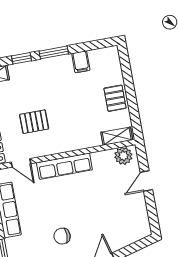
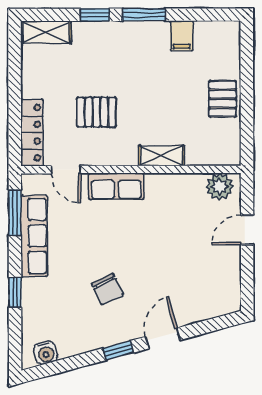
shelving: (117, 136) -> (161, 156), moved
row of seats: (64, 166) -> (116, 186), width x0.68
chair: (62, 236) -> (107, 289), turned -116

